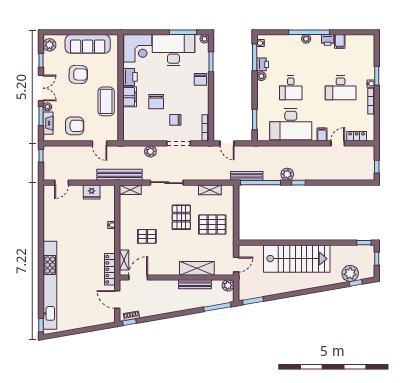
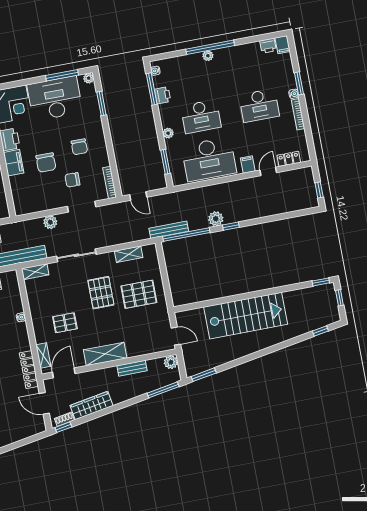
printer: (328, 40) -> (268, 46), moved
filing cabinet: (340, 41) -> (283, 45), moved
plant: (261, 76) -> (168, 133), moved
chair: (200, 79) -> (79, 147), moved
desk: (291, 88) -> (201, 117), width x1.37
door: (236, 265) -> (176, 336), hinge flipped
shelving: (197, 268) -> (105, 354), moved
plant: (350, 273) -> (312, 321), removed
bench: (195, 284) -> (132, 368), width x0.73
wardrobe: (156, 309) -> (92, 406), added

